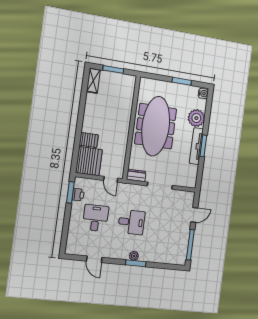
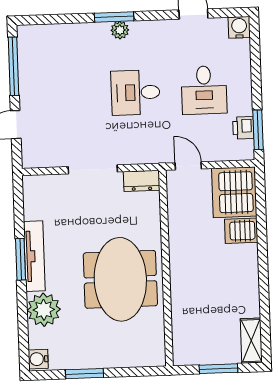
meeting table: (156, 126) -> (120, 279), width x0.73
water cooler: (71, 249) -> (239, 27), added

